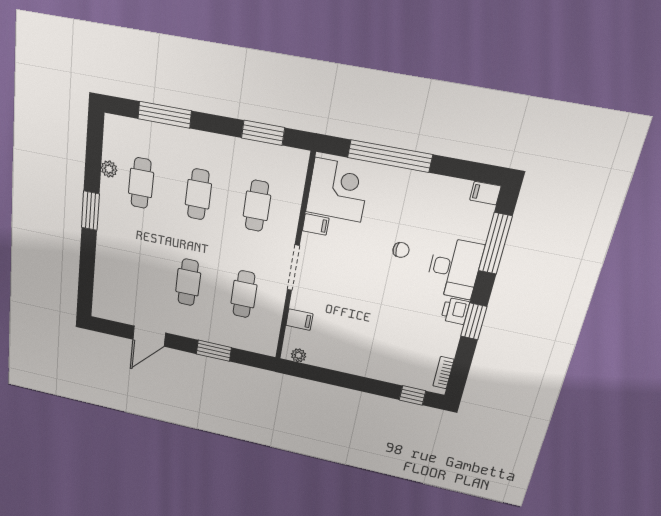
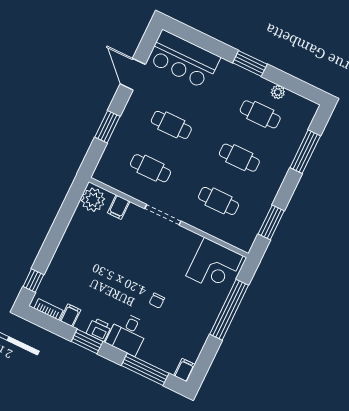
filing cabinet: (316, 224) -> (70, 315), moved, turned 180
desk: (454, 268) -> (128, 334), width x0.73
bar counter: (114, 286) -> (184, 59), added
plant: (299, 355) -> (93, 200), width x1.87, depth x1.87

